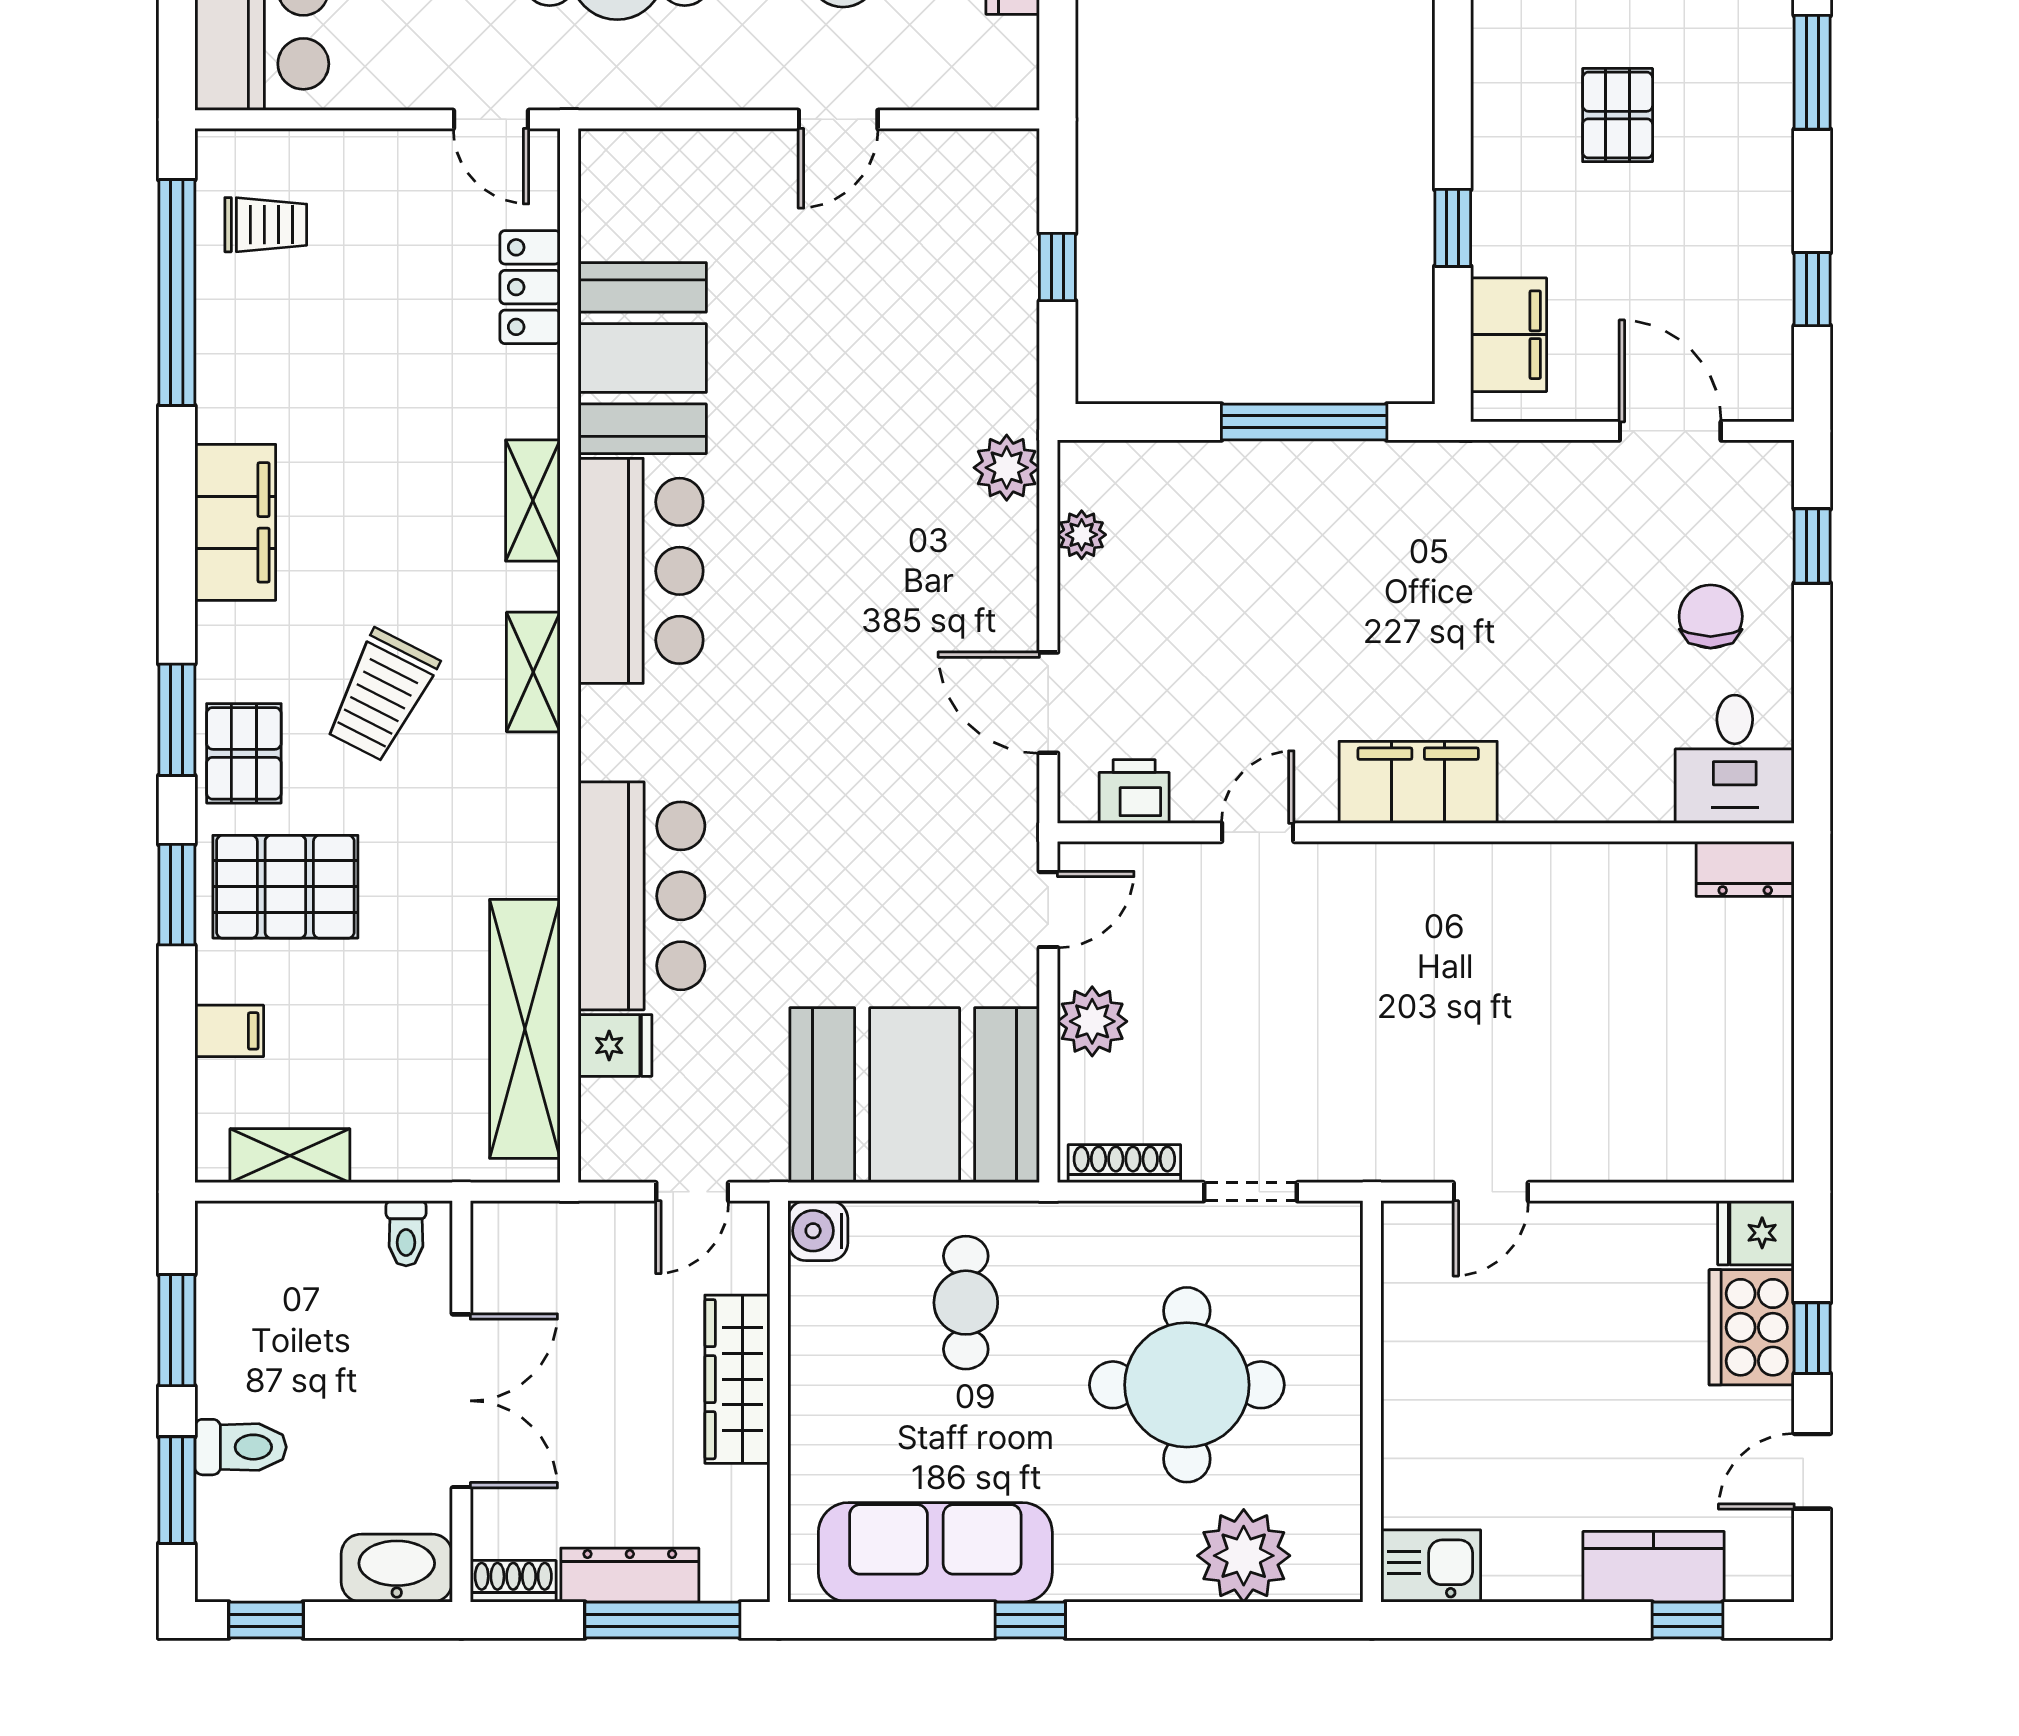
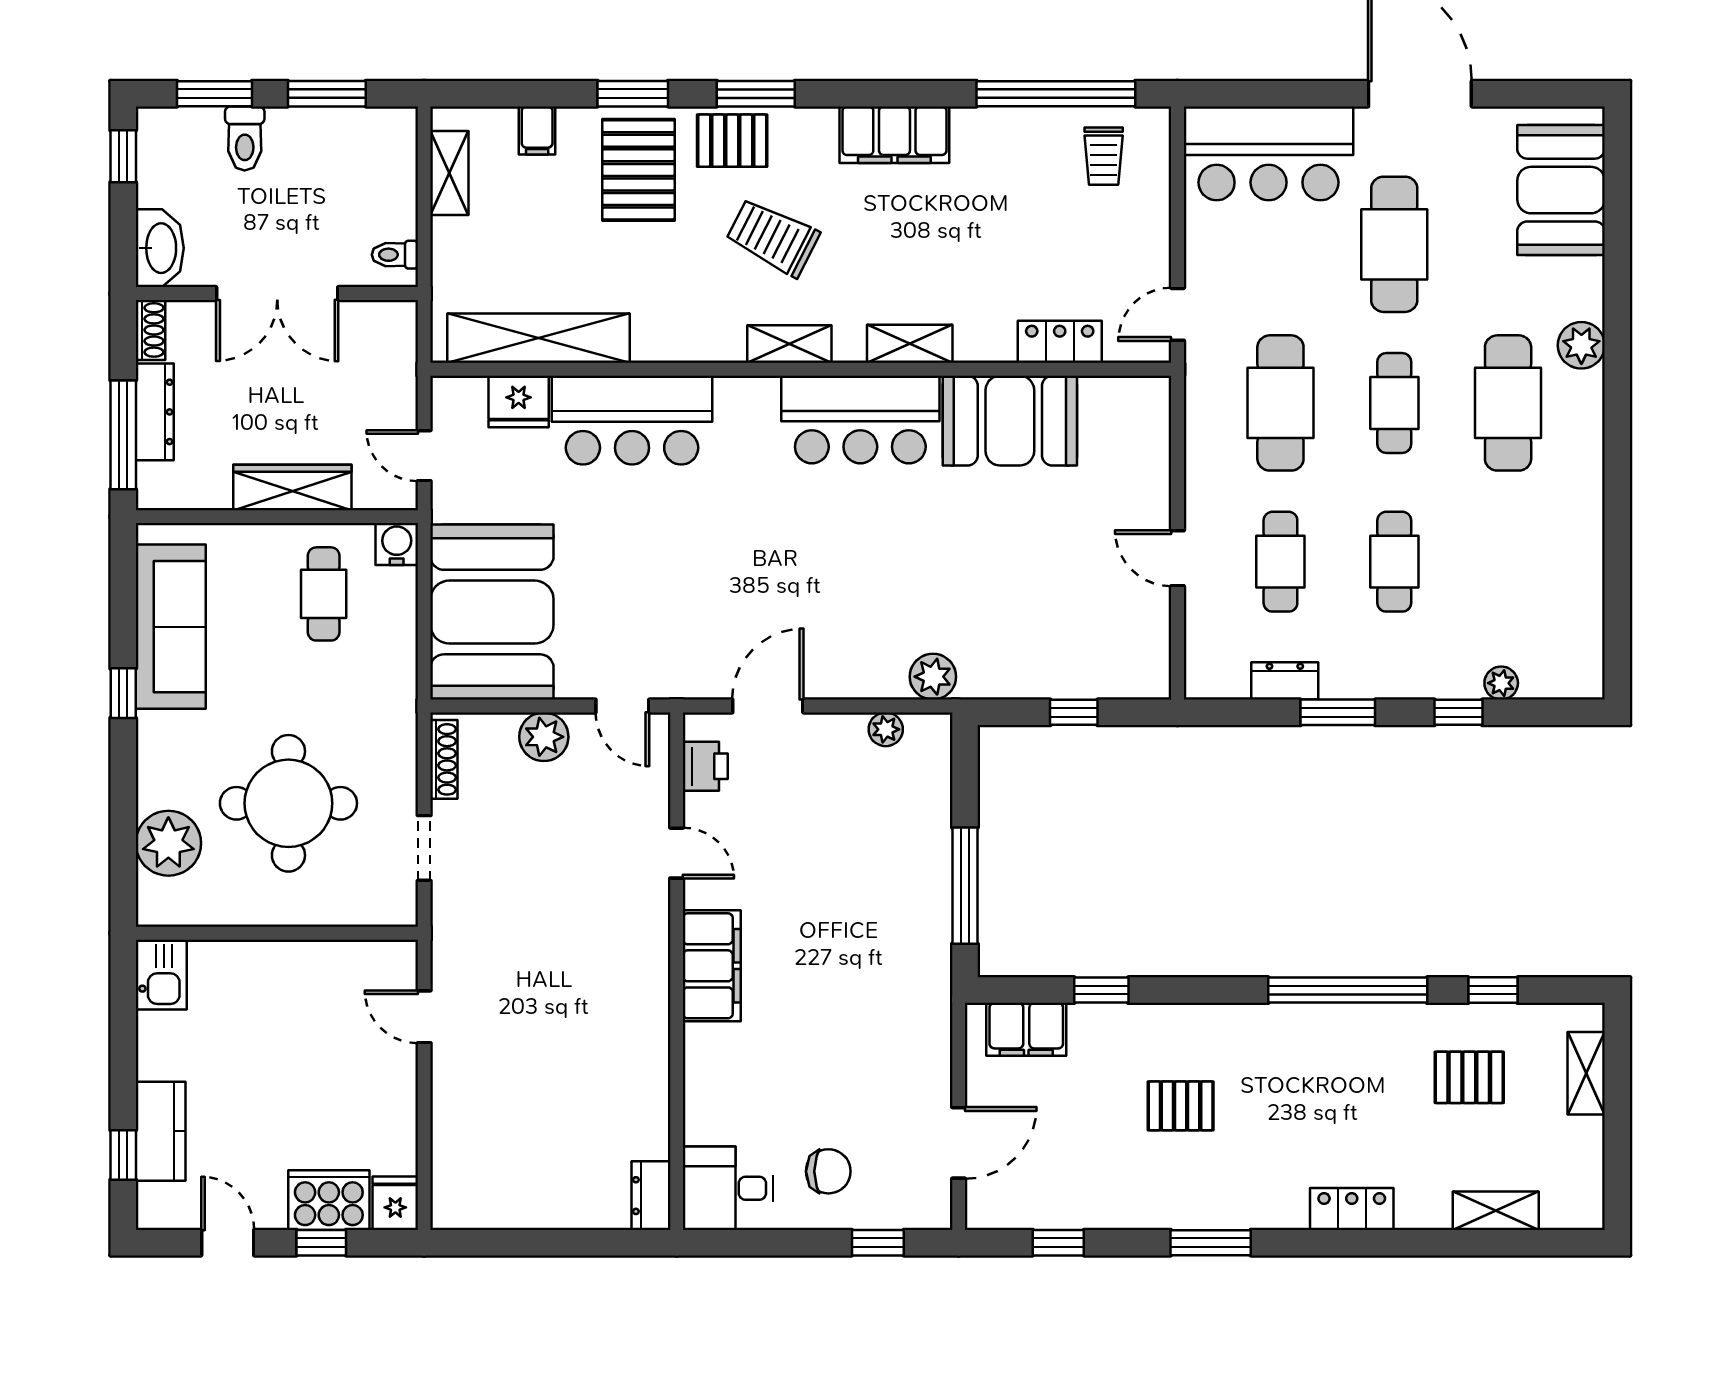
fridge: (615, 1045) -> (519, 401), width x1.38
cafe table: (966, 1303) -> (324, 594), moved, turned 90

